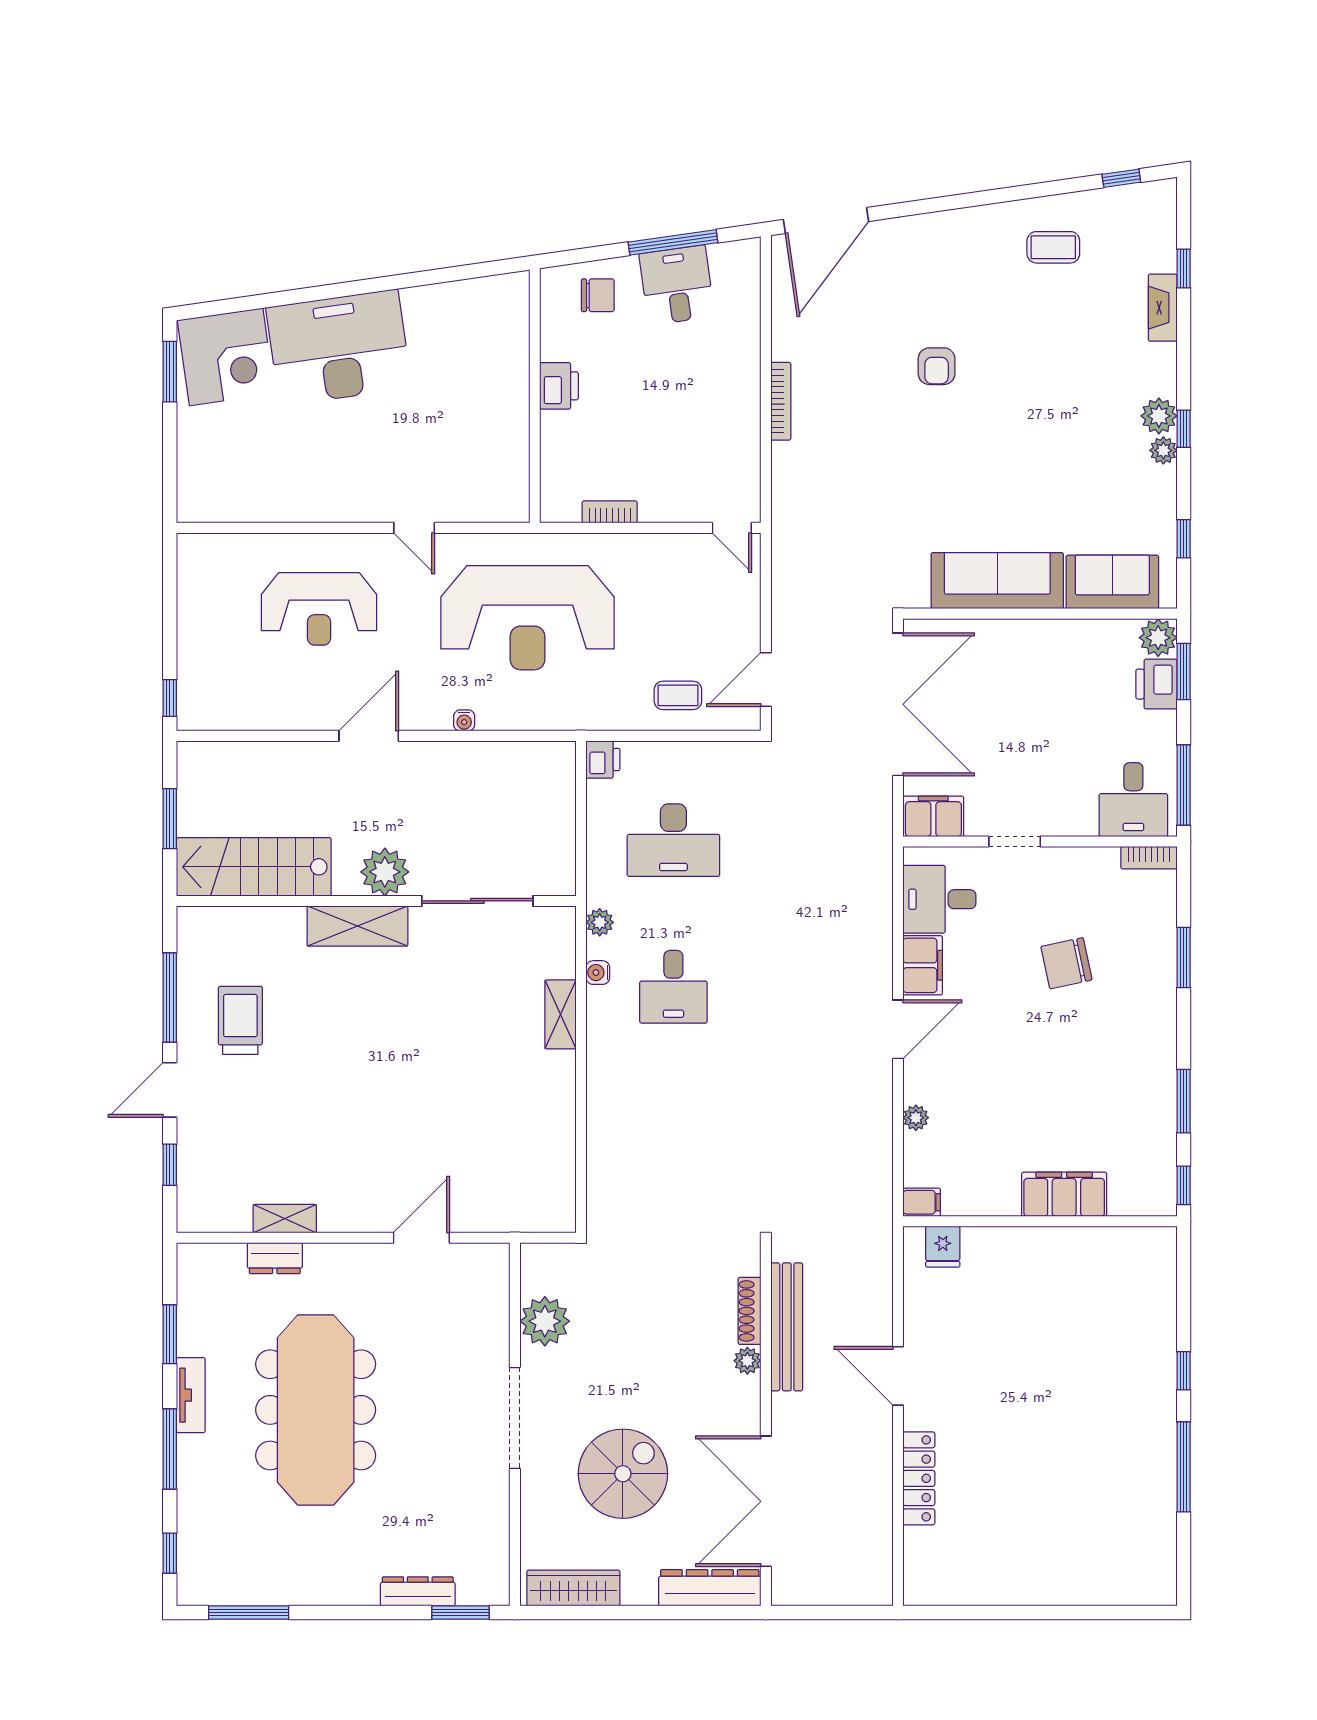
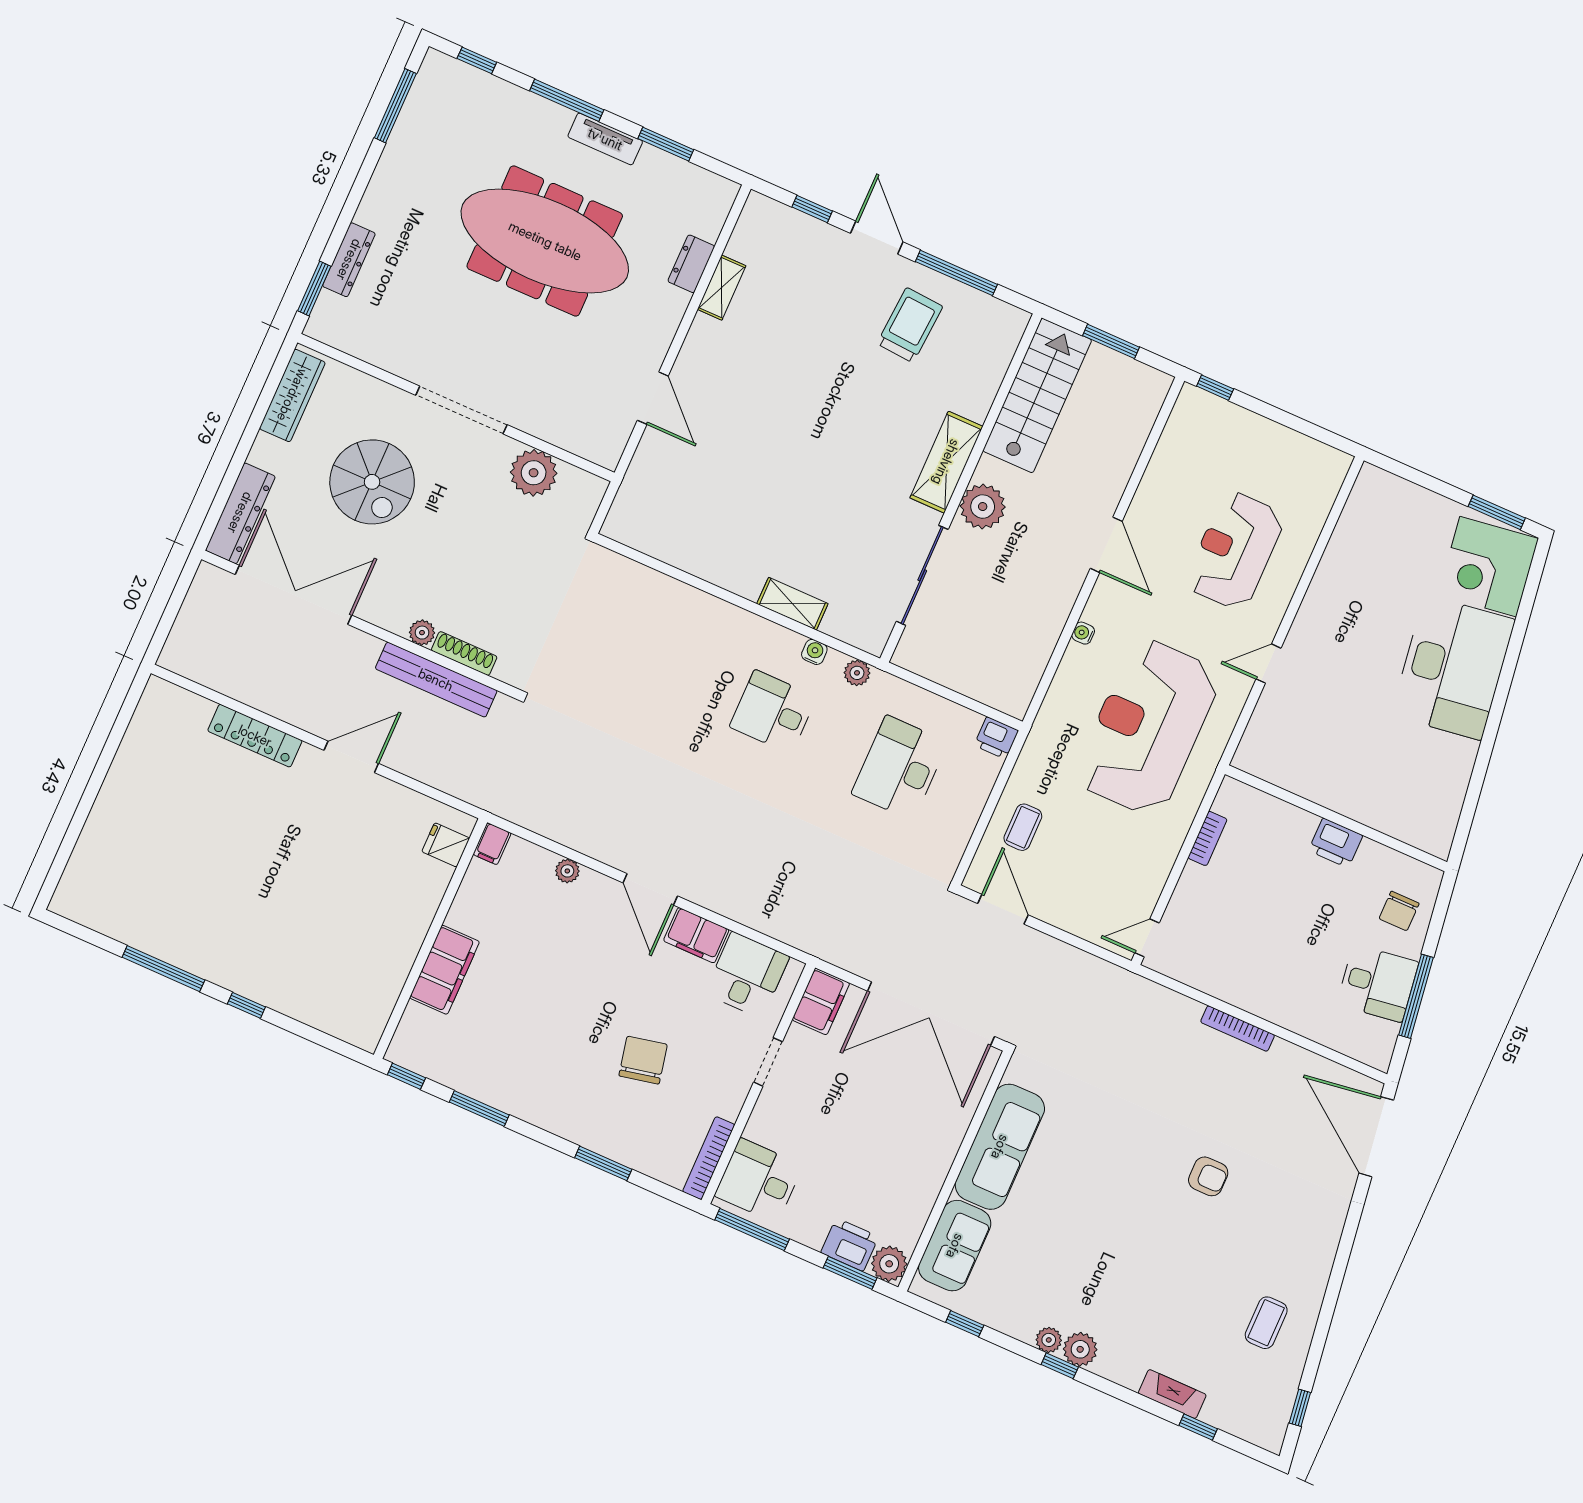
armchair: (937, 366) -> (1208, 1176), turned 180
bookcase: (1149, 858) -> (709, 1158), width x1.56
trolley: (240, 1020) -> (910, 325), turned -86

